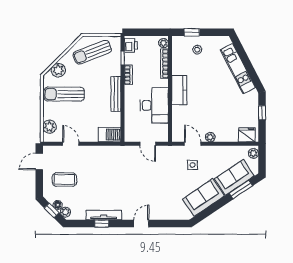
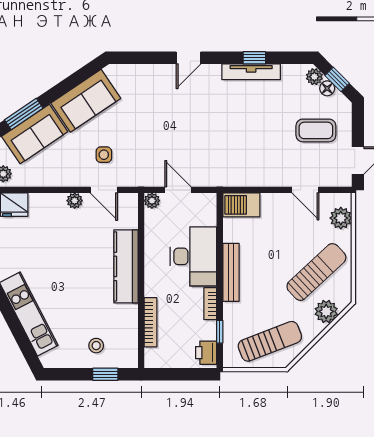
plant: (163, 43) -> (152, 201), moved
kitchen counter: (179, 90) -> (126, 266), width x1.50
sun lounger: (64, 94) -> (316, 272), turned -43
desk: (154, 105) -> (193, 256), moved, turned 180

